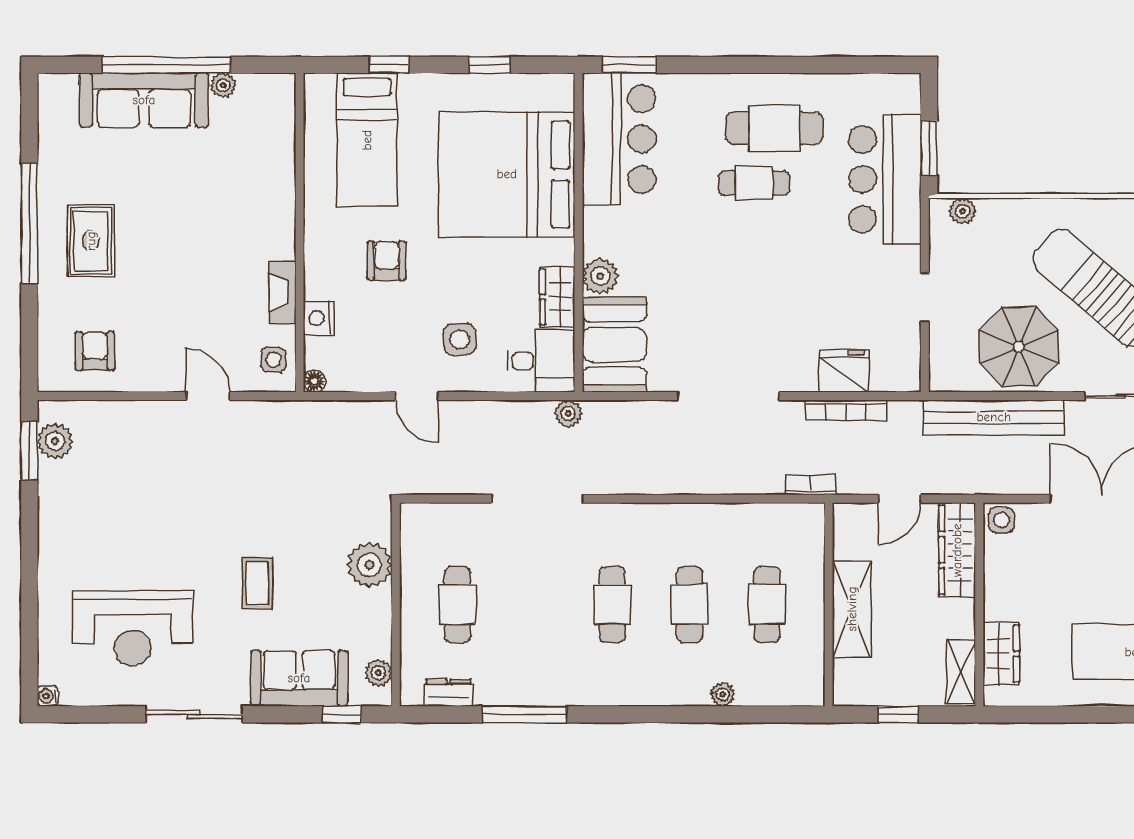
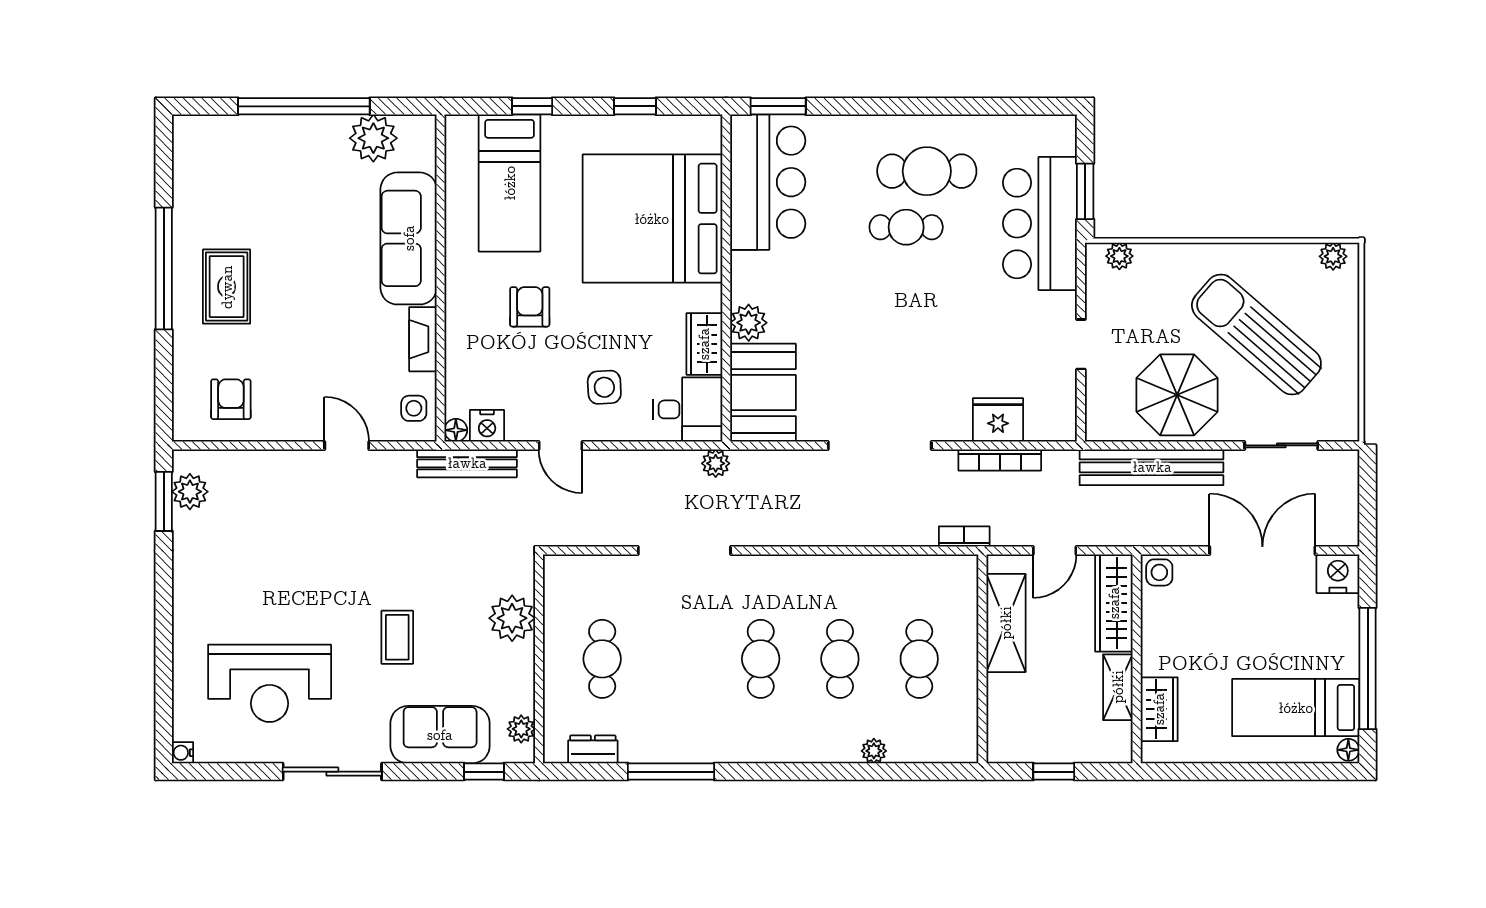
plant: (223, 85) -> (373, 138), width x1.88, depth x1.88
sofa: (144, 100) -> (409, 238), moved, turned 90
nightstand: (319, 318) -> (487, 426), moved, turned -90
bench: (325, 414) -> (467, 463), added
shelving: (852, 609) -> (1006, 623), moved
shelving: (961, 672) -> (1118, 687), moved

